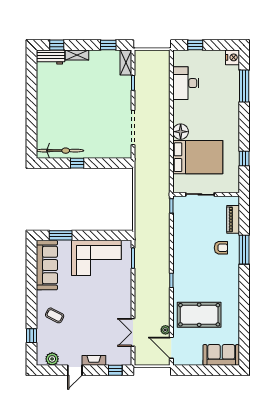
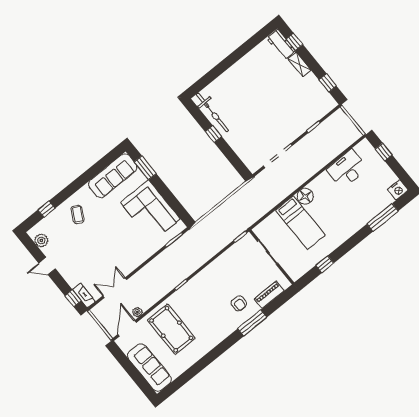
shelving: (126, 62) -> (325, 108), removed
bed: (198, 157) -> (300, 223), width x0.67
sofa: (221, 355) -> (149, 368), width x1.36
fireplace: (94, 360) -> (84, 295), moved

